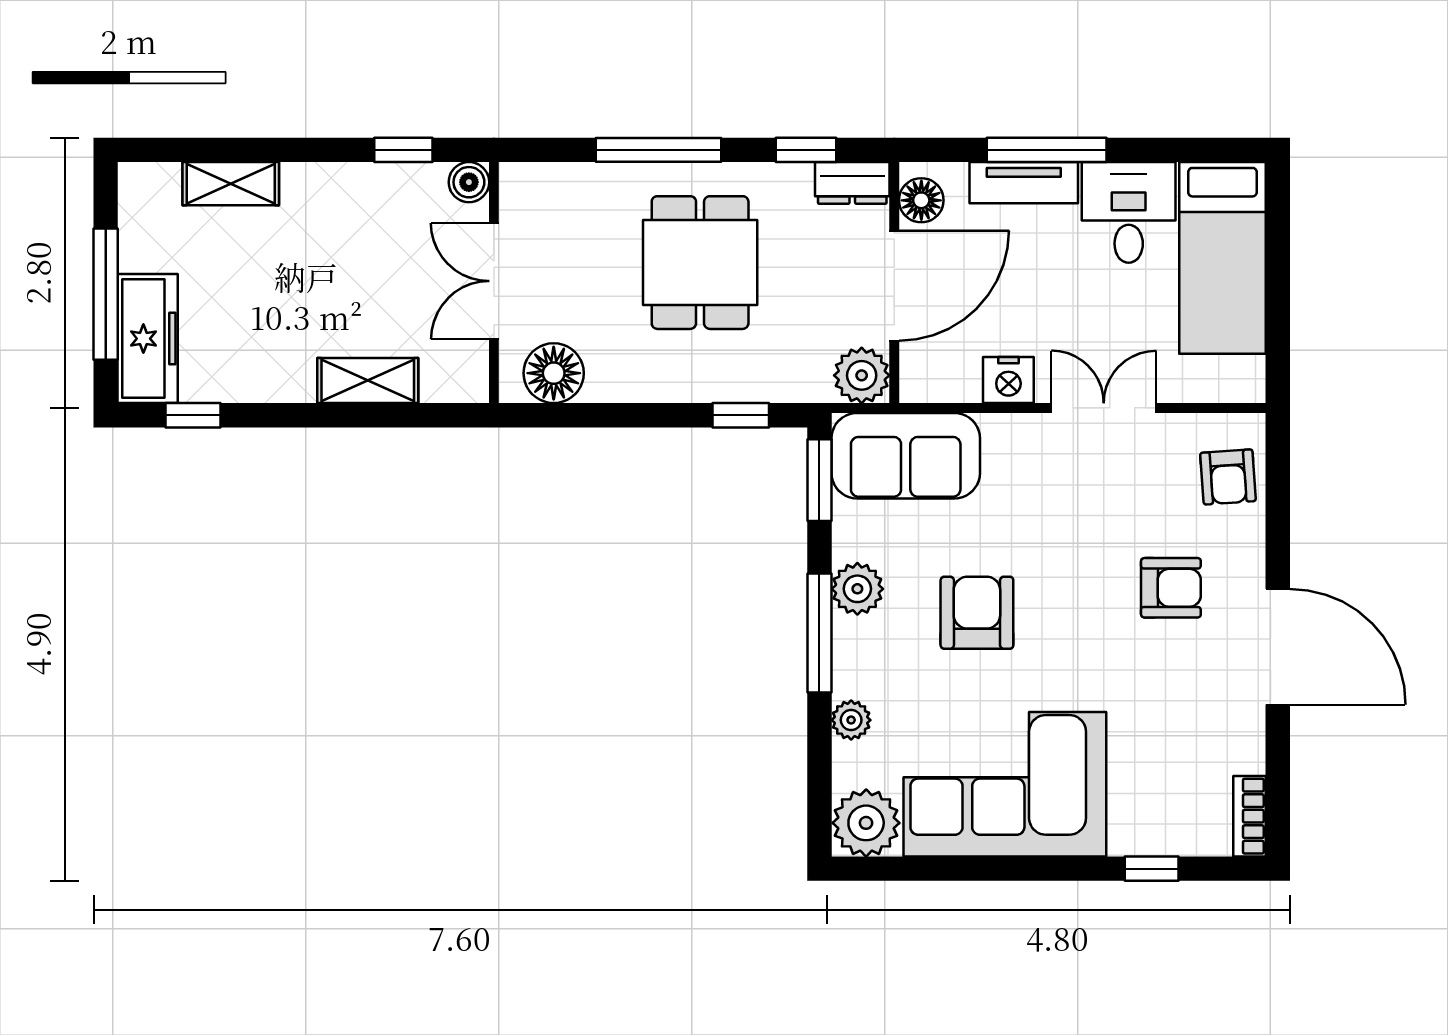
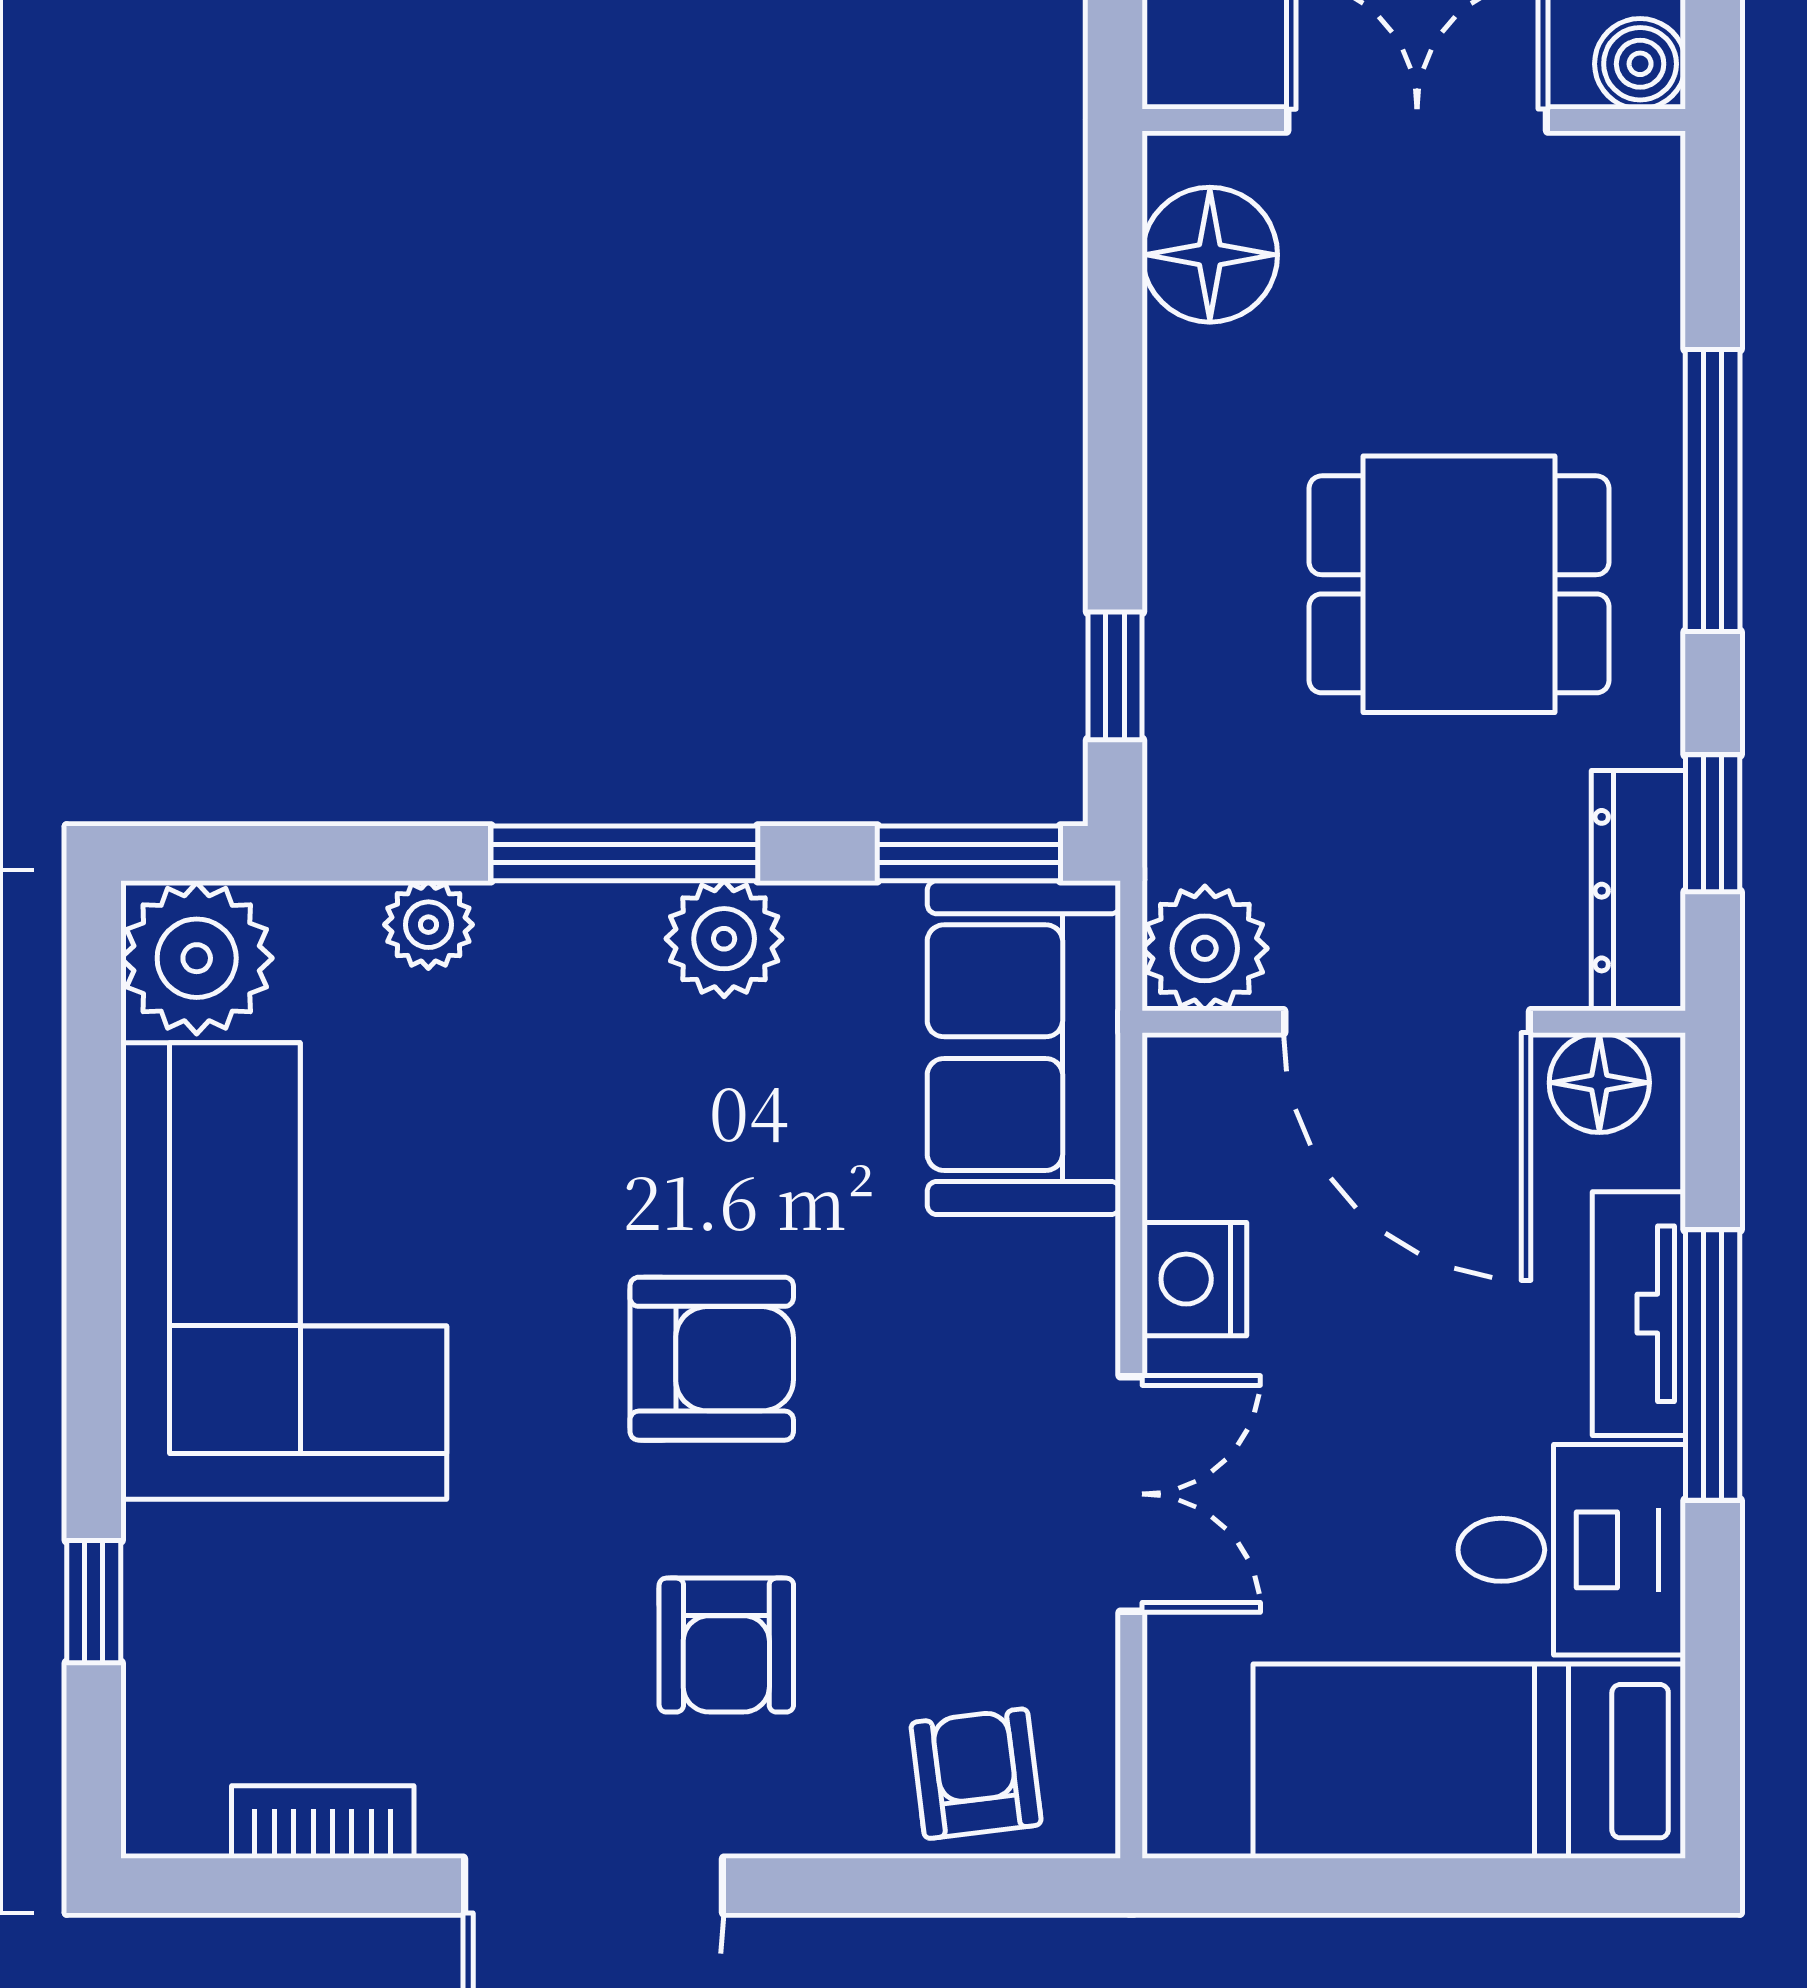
dresser: (852, 183) -> (1638, 891), width x1.44
armchair: (1228, 477) -> (976, 1774), turned 87
armchair: (977, 613) -> (712, 1359), moved
bookcase: (1249, 816) -> (323, 1822), moved

